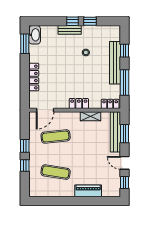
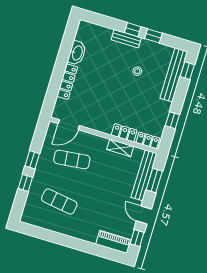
washbasin: (35, 35) -> (77, 53), moved
window: (25, 44) -> (68, 39), removed
window: (125, 51) -> (187, 71), moved
bench: (115, 63) -> (174, 75), moved
window: (125, 82) -> (172, 120), width x0.46
locker: (79, 104) -> (124, 133), moved
piano: (88, 191) -> (113, 242), moved

